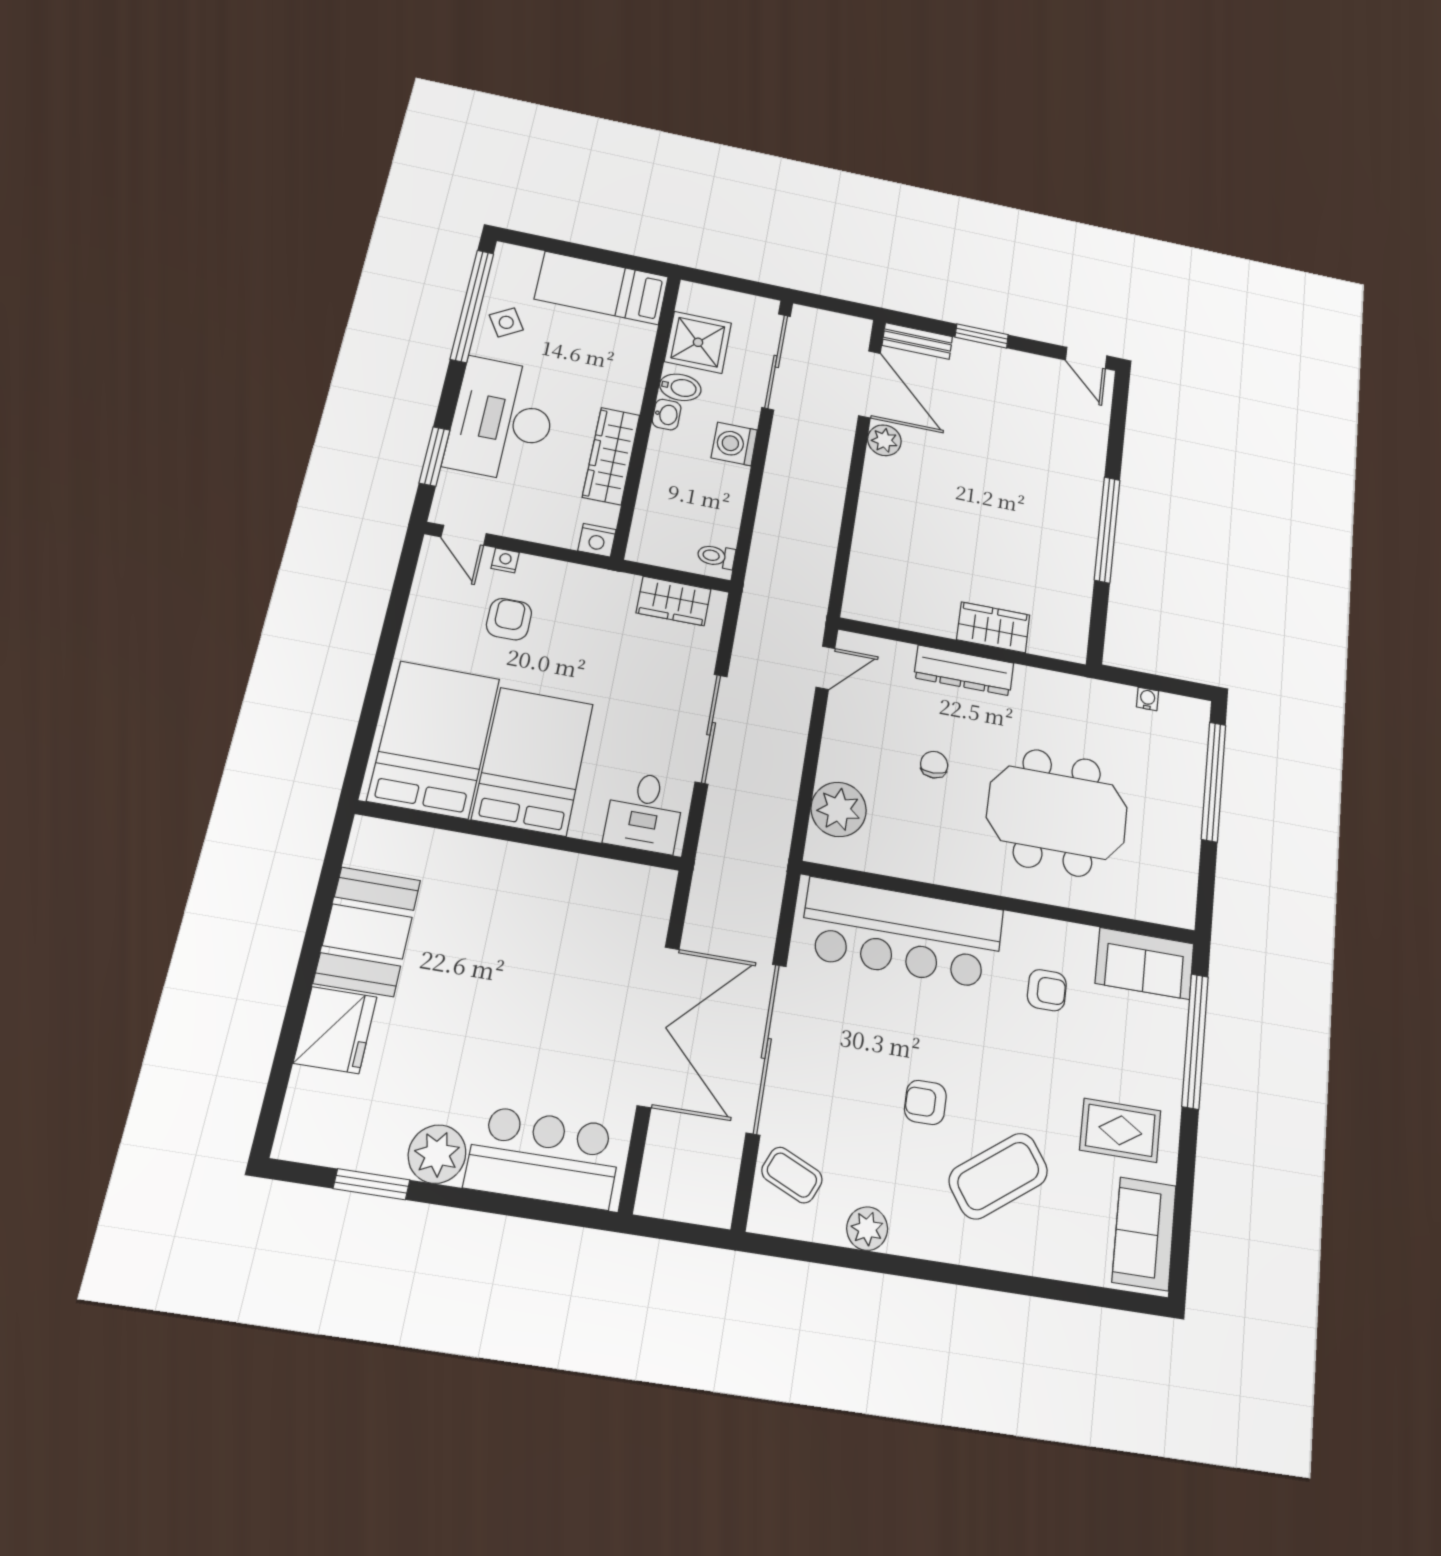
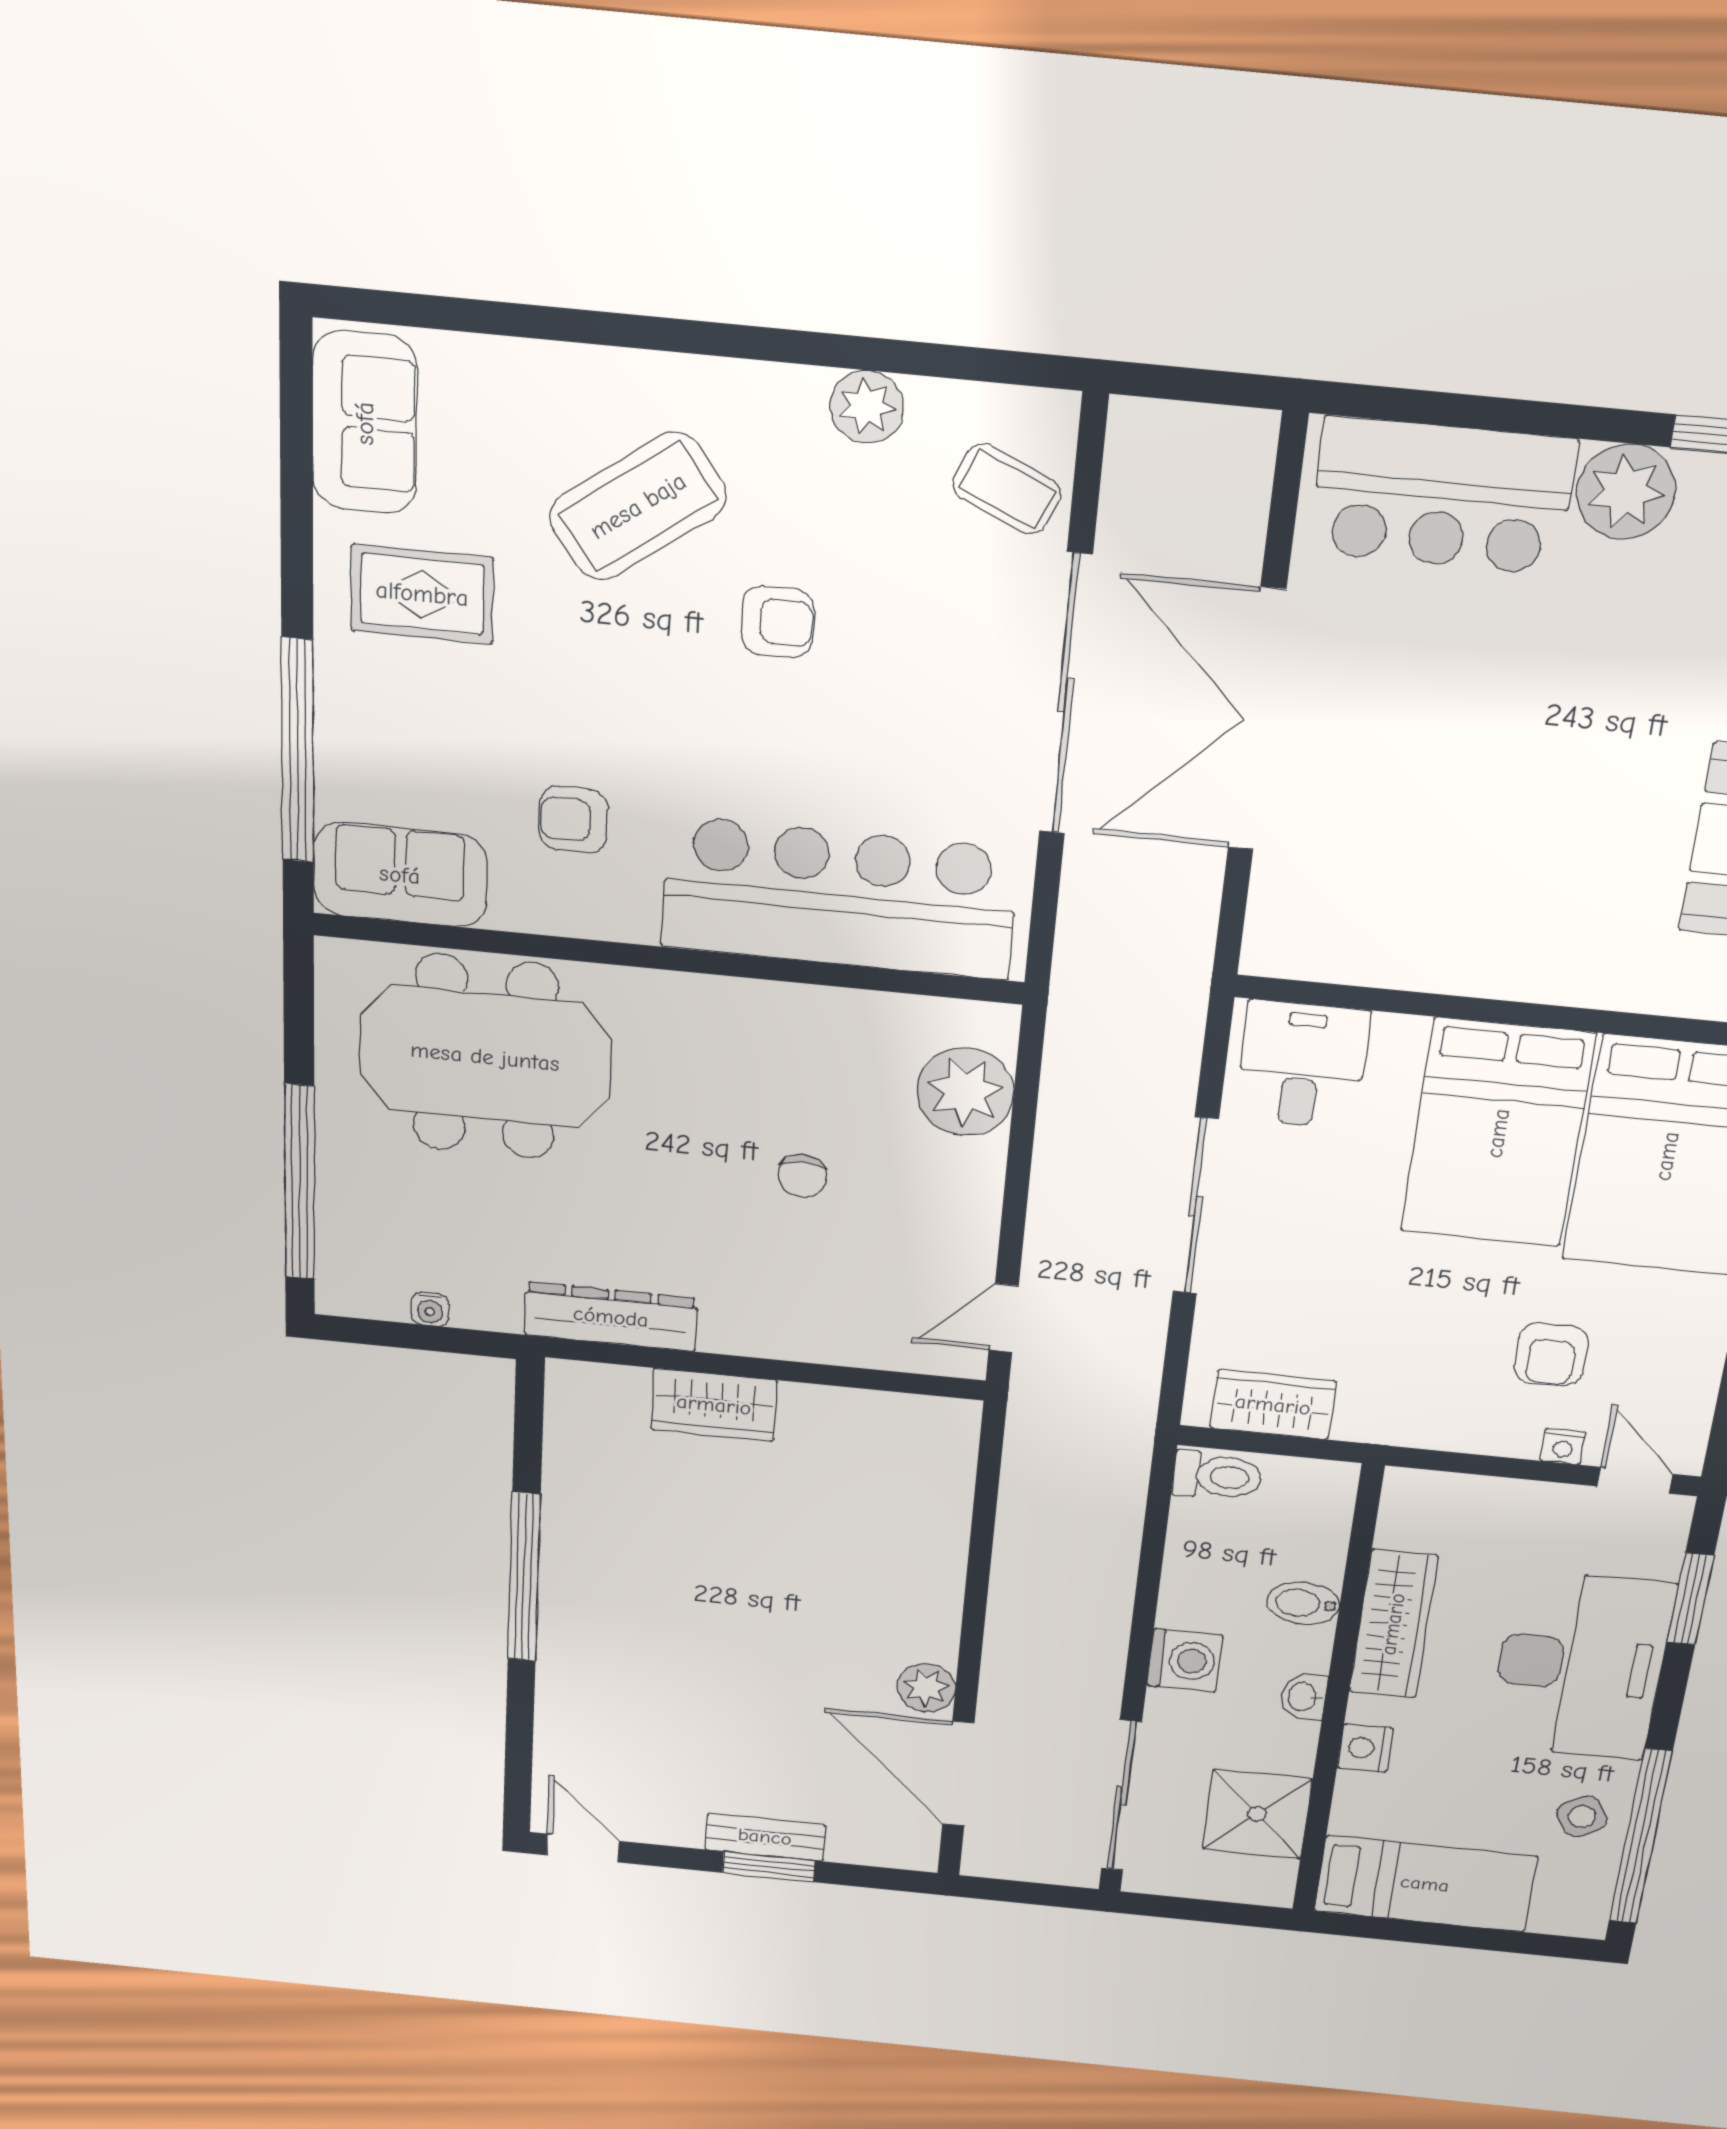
bench: (917, 341) -> (765, 1837), moved
bidet: (680, 387) -> (1303, 1603), moved
nightstand: (597, 540) -> (1365, 1748), moved, turned -90
toilet: (716, 556) -> (1217, 1476), width x1.37, depth x1.39
dresser: (964, 670) -> (611, 1317), moved
meeting table: (1057, 812) -> (485, 1057), moved

